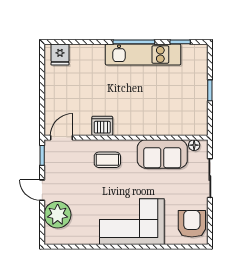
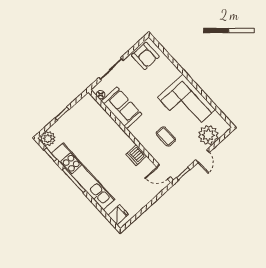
kitchen unit: (143, 54) -> (83, 176), width x1.36
plant: (198, 54) -> (48, 139), added
coffee table: (107, 160) -> (166, 136), moved
corner sofa: (132, 222) -> (186, 103), moved
armchair: (192, 224) -> (145, 56), turned -90

